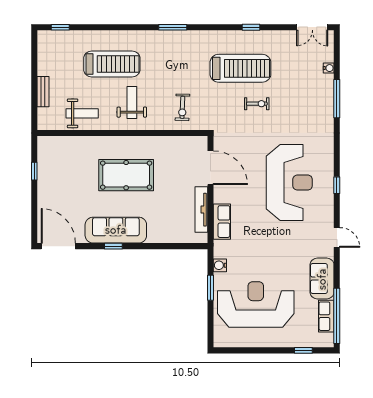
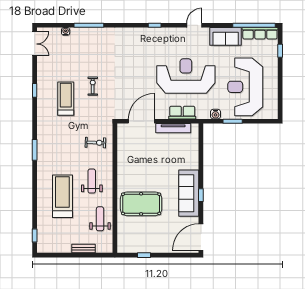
treadmill: (240, 68) -> (66, 99), width x0.73, depth x0.73
weight bench: (132, 102) -> (92, 181), turned 90
pool table: (126, 175) -> (141, 204), moved, turned 90
reception desk: (289, 183) -> (186, 76), moved
row of seats: (326, 316) -> (260, 33), width x1.48

